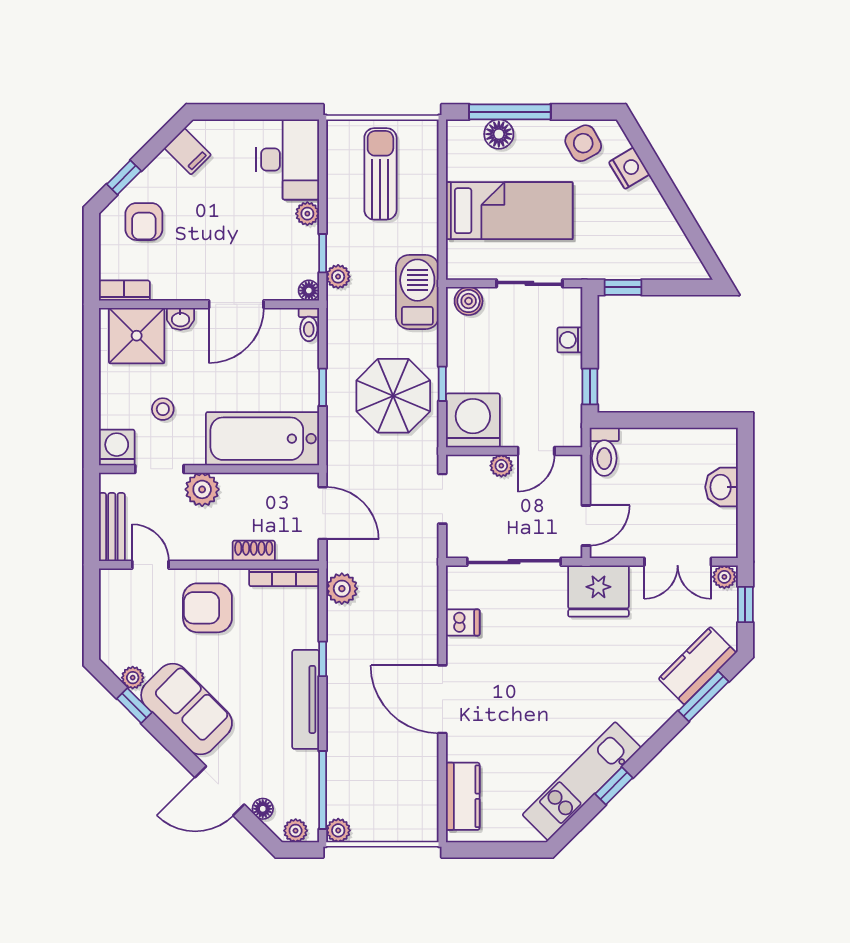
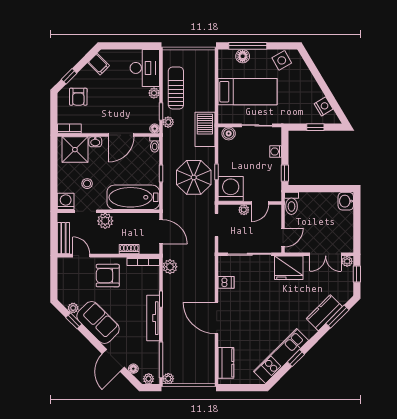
nightstand: (629, 168) -> (324, 106), moved
sun lounger: (380, 174) -> (176, 88), moved
window: (623, 287) -> (315, 127), moved
washbasin: (722, 487) -> (346, 201), moved
kitchen counter: (697, 666) -> (324, 313), moved
door: (220, 791) -> (113, 360), hinge flipped

